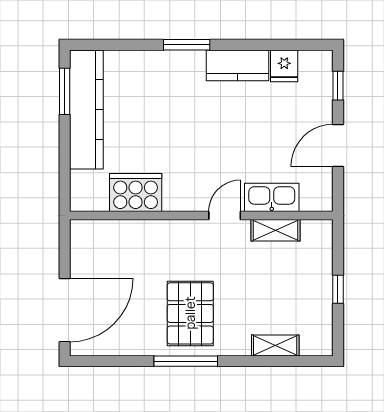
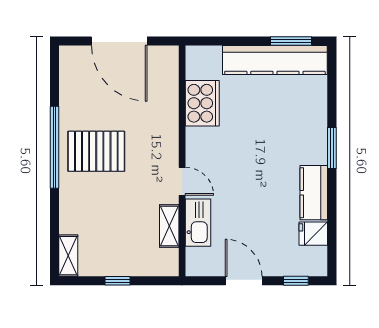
door: (65, 310) -> (119, 41), moved
shelving: (275, 345) -> (68, 256), moved
window: (186, 361) -> (54, 147), width x1.46

